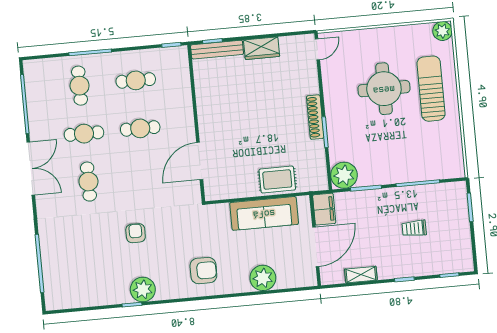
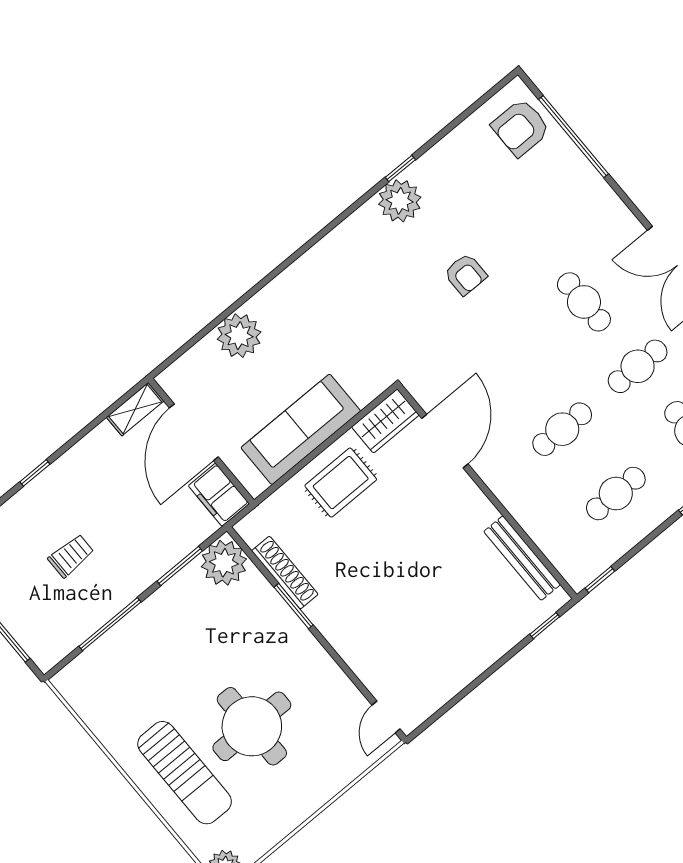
wardrobe: (262, 48) -> (385, 421), moved, turned 180
bench: (217, 50) -> (522, 558), moved, turned 90
shoe rack: (315, 117) -> (285, 573), moved
rug: (277, 180) -> (341, 483), moved
armchair: (203, 271) -> (521, 128), moved
shelving: (361, 275) -> (135, 409), moved

